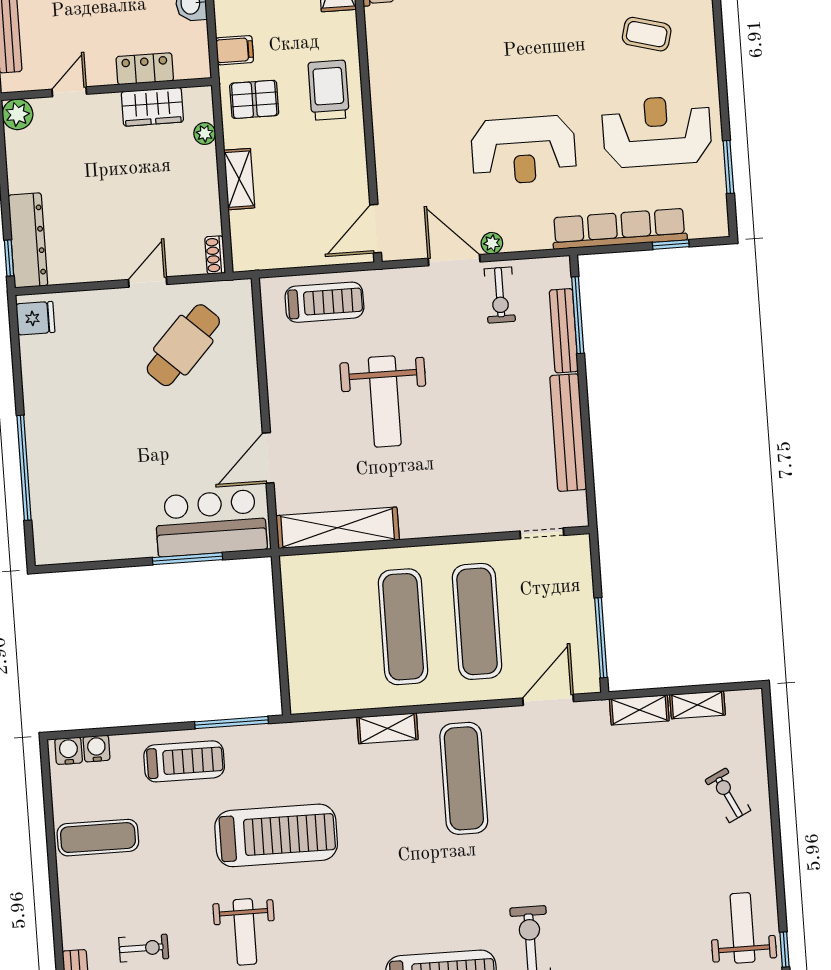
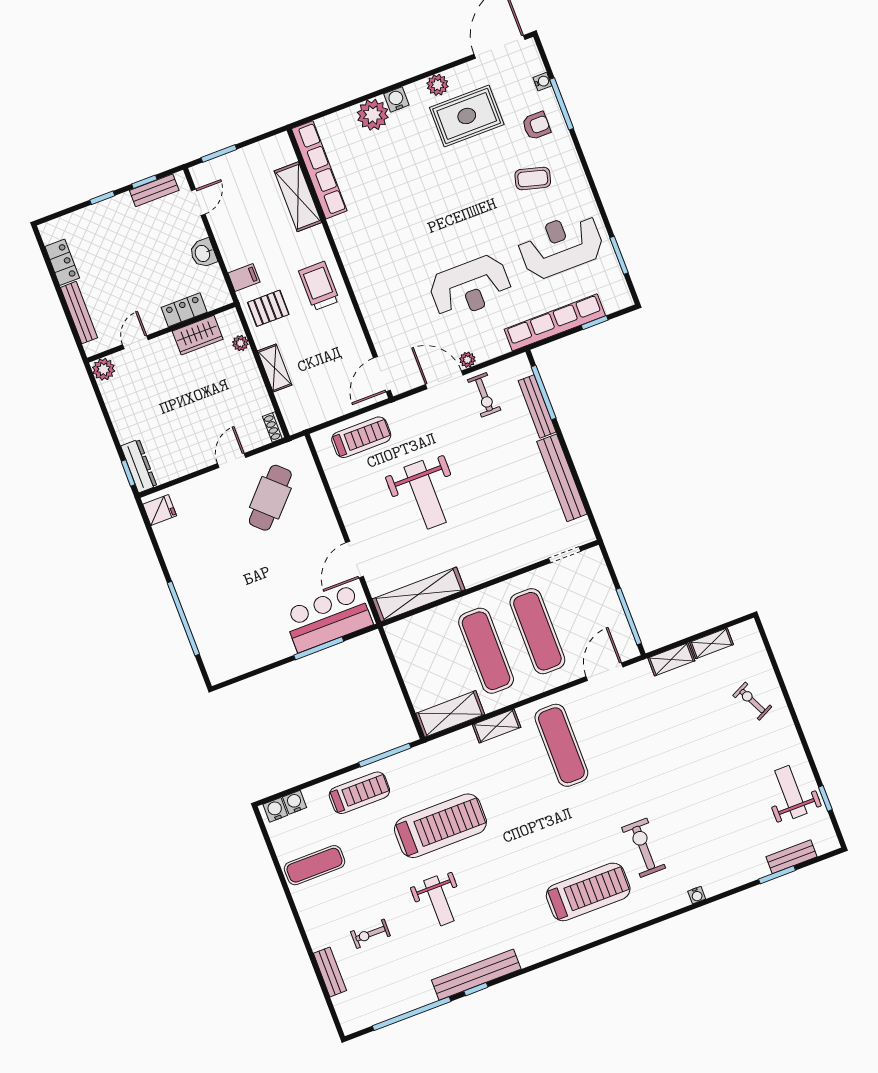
dresser: (28, 240) -> (139, 466), width x0.73, depth x0.80
shelving: (332, 695) -> (450, 714), added
exercise bike: (144, 948) -> (370, 934), turned 180

